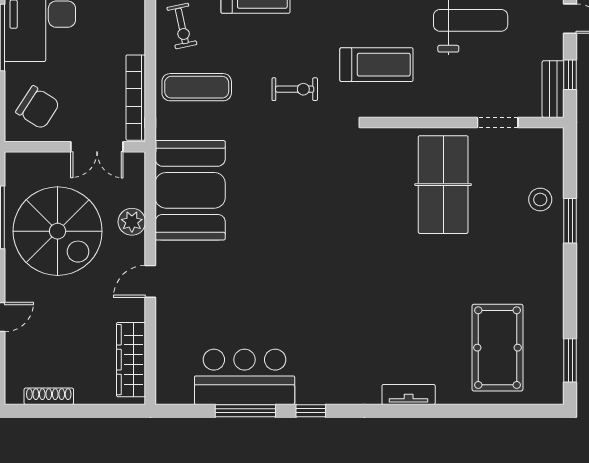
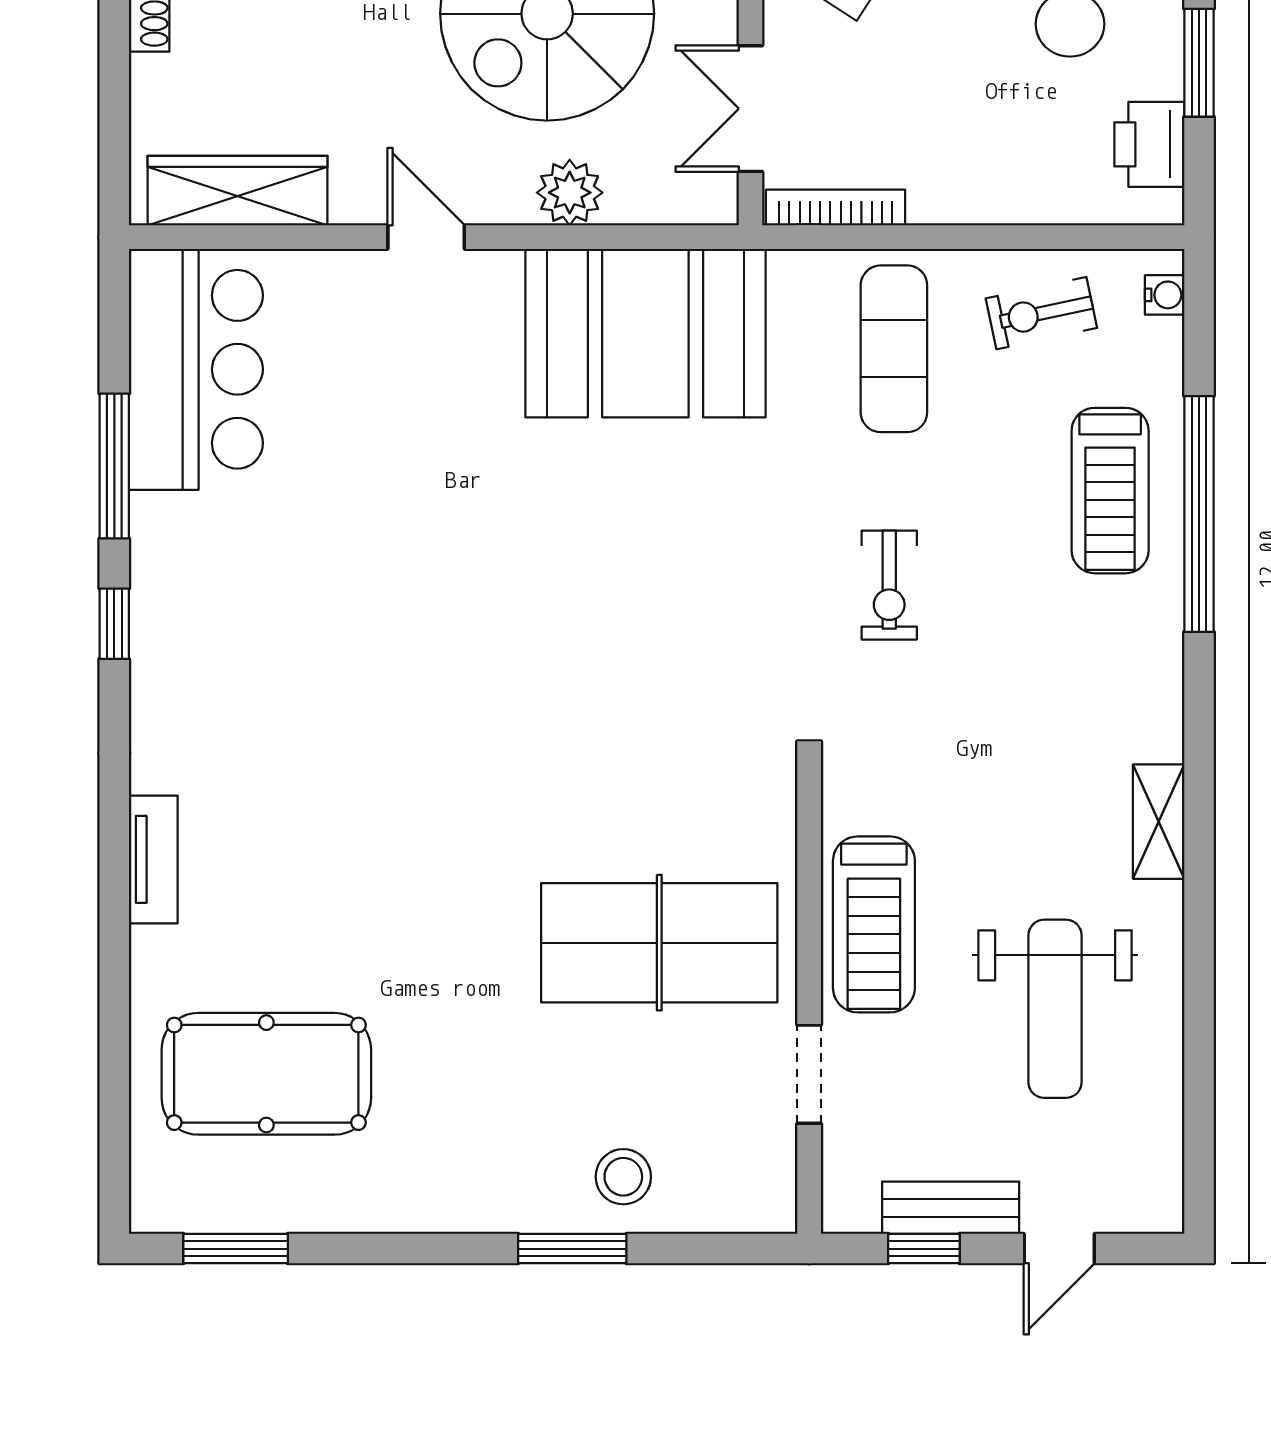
treadmill: (376, 65) -> (874, 924), moved
bench: (553, 89) -> (951, 1208), moved
bookcase: (136, 98) -> (836, 208), width x0.68, depth x0.76
bar counter: (245, 377) -> (196, 369), moved

